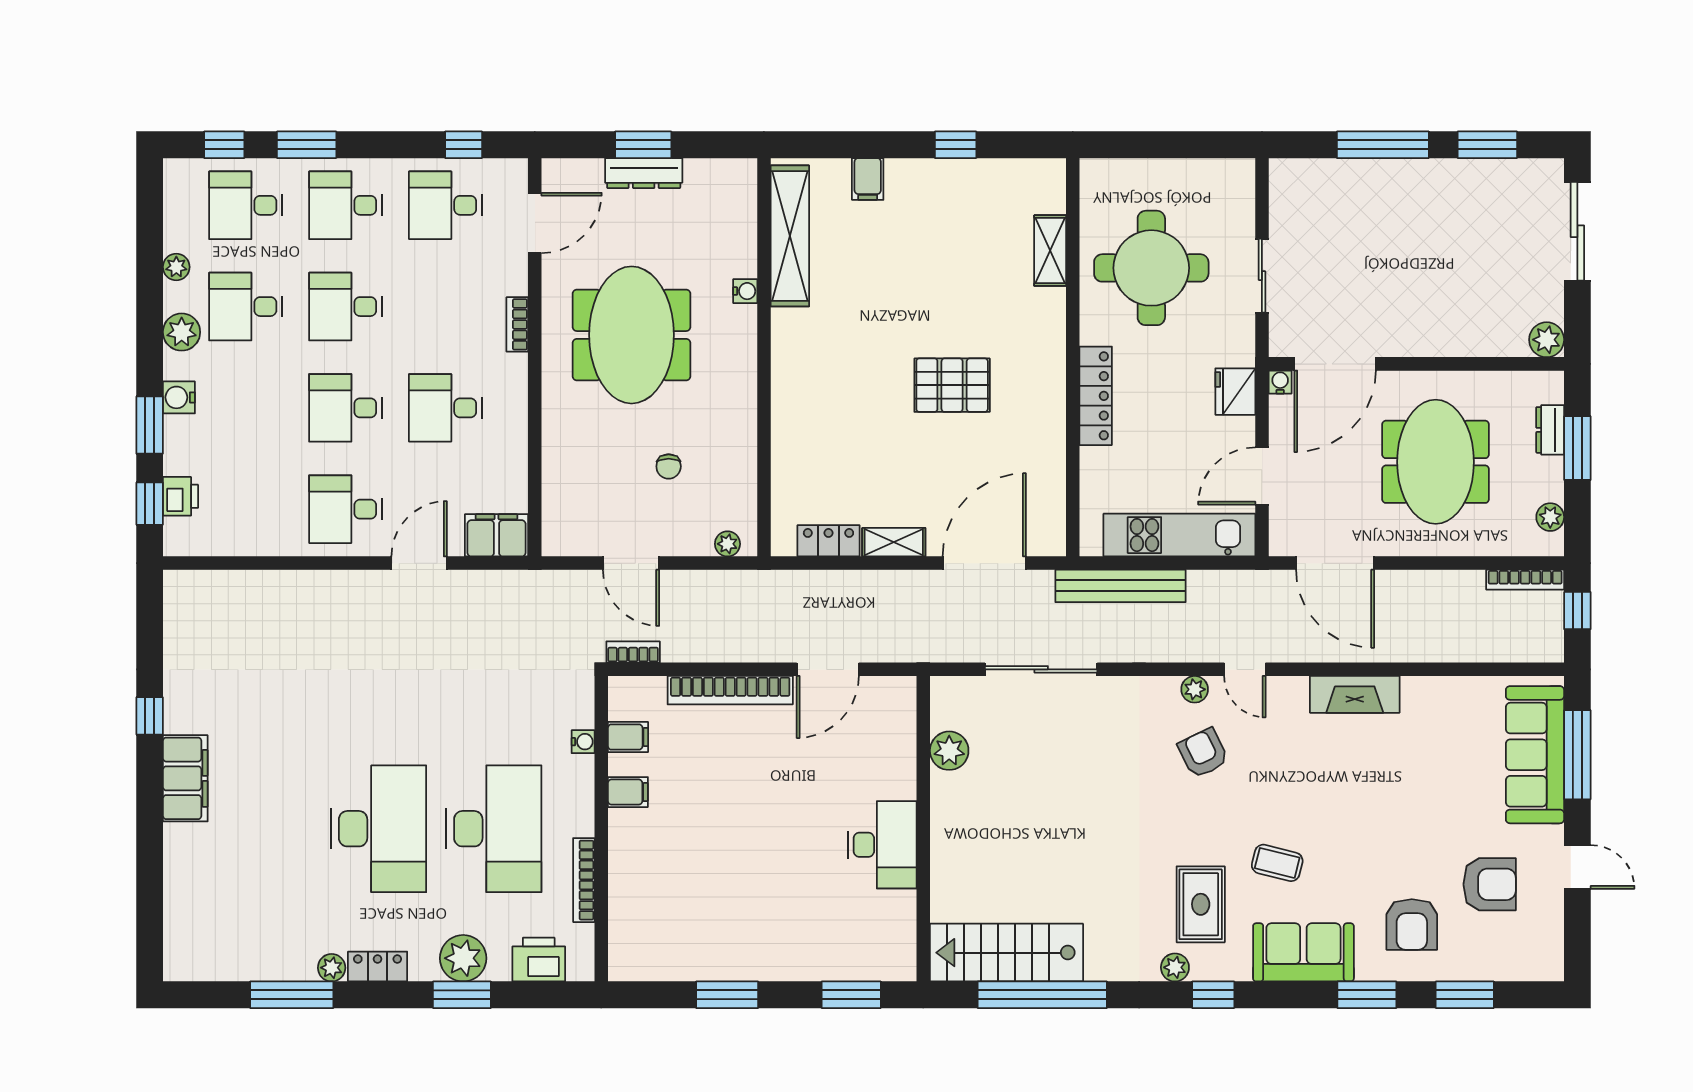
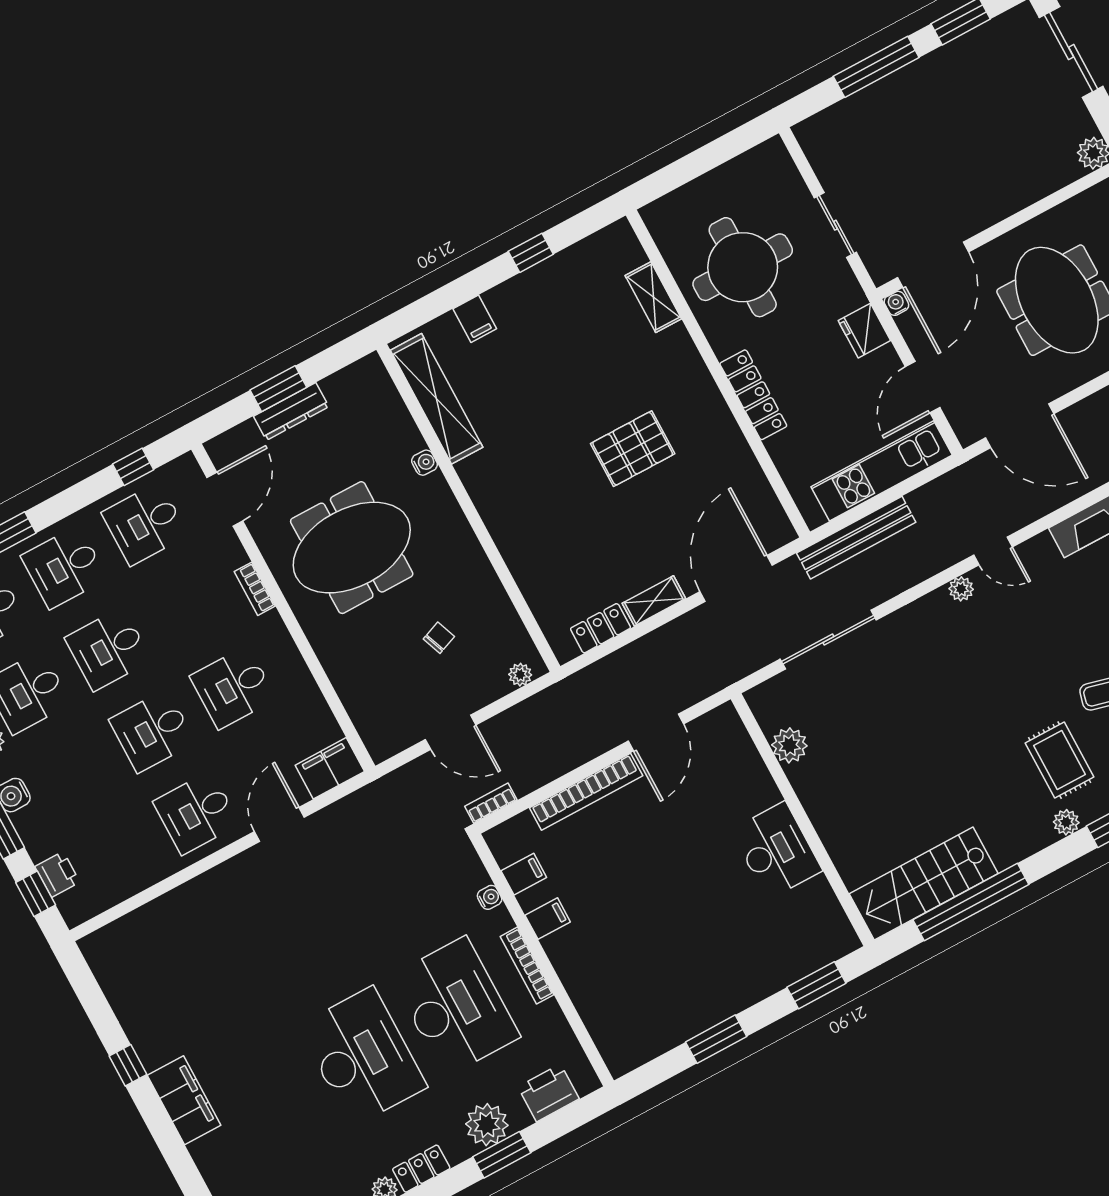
meeting table: (632, 335) -> (352, 548), turned 90
chair: (669, 466) -> (439, 638), turned -111
armchair: (1203, 753) -> (996, 637), removed
bookcase: (584, 880) -> (527, 966), moved

